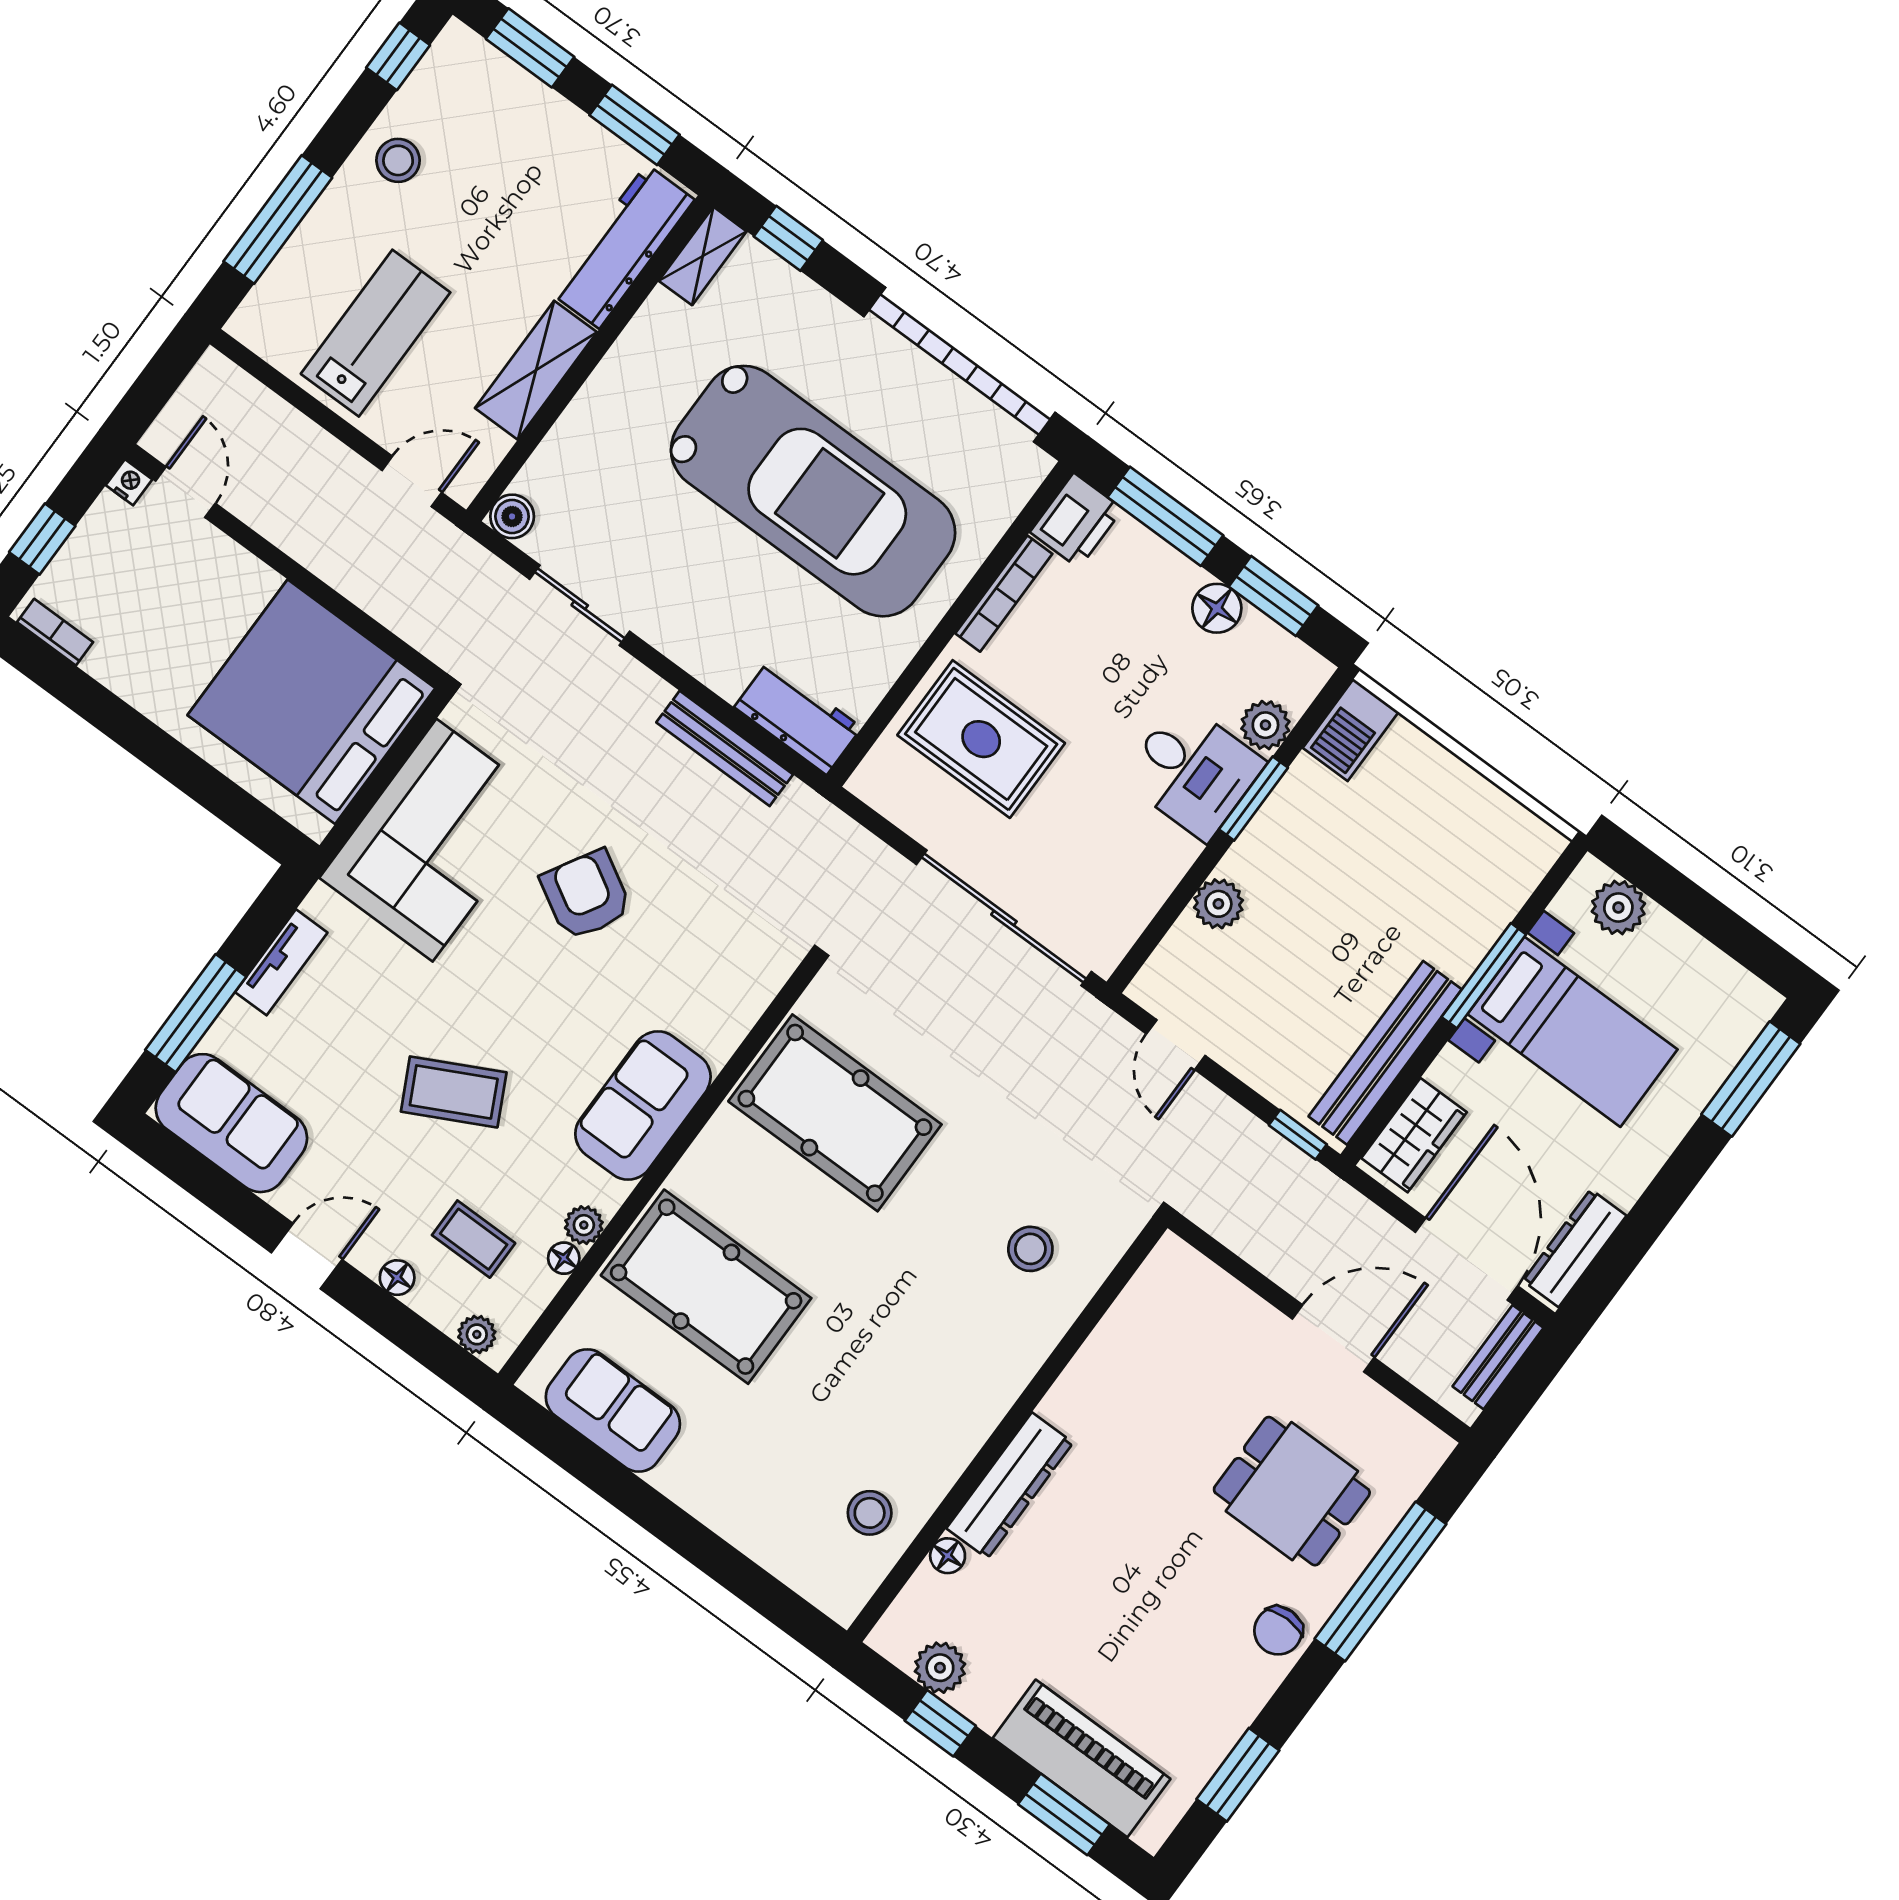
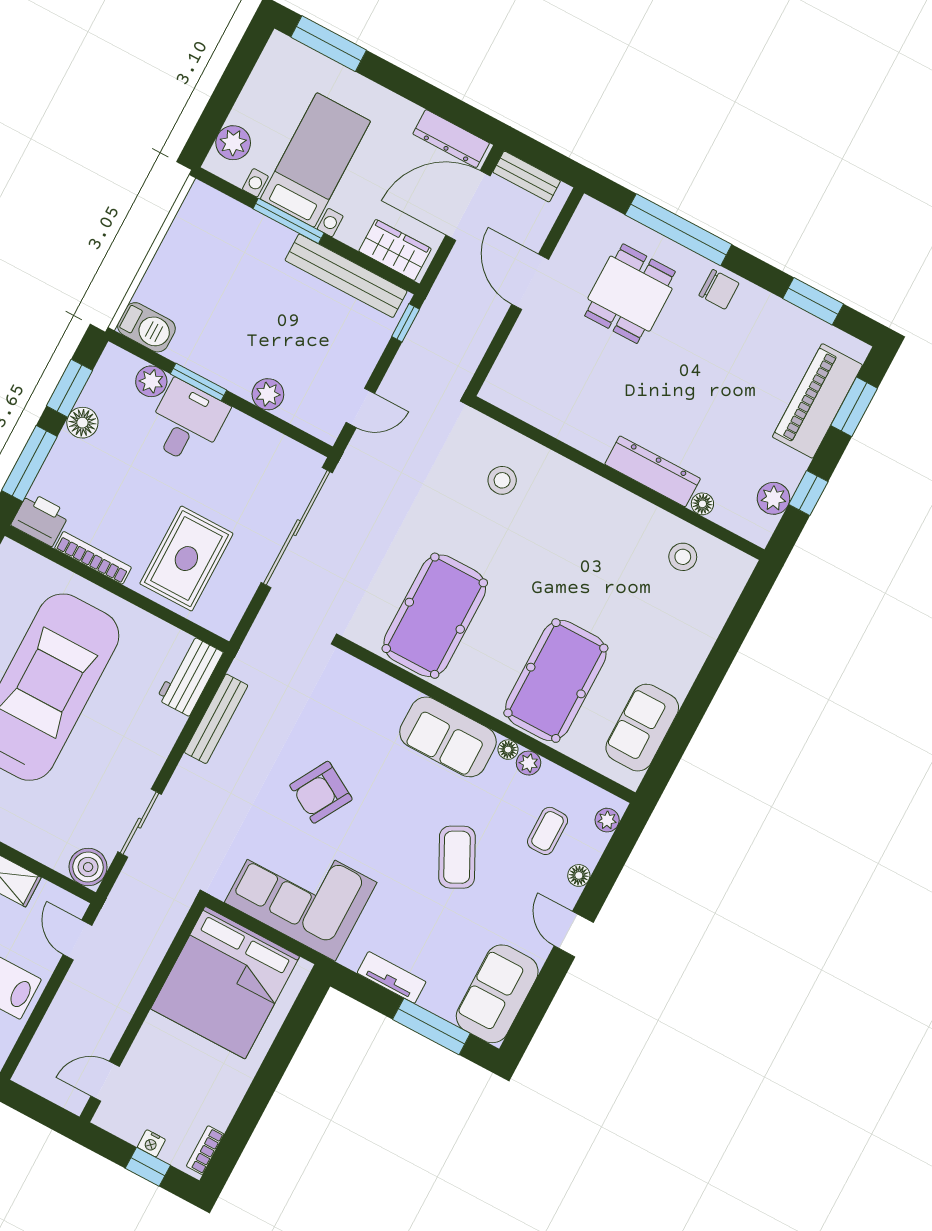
nightstand: (129, 482) -> (151, 1143), moved, turned -90
boiler: (512, 516) -> (88, 867), width x1.36, depth x1.36
floor lamp: (564, 1258) -> (508, 750), moved

